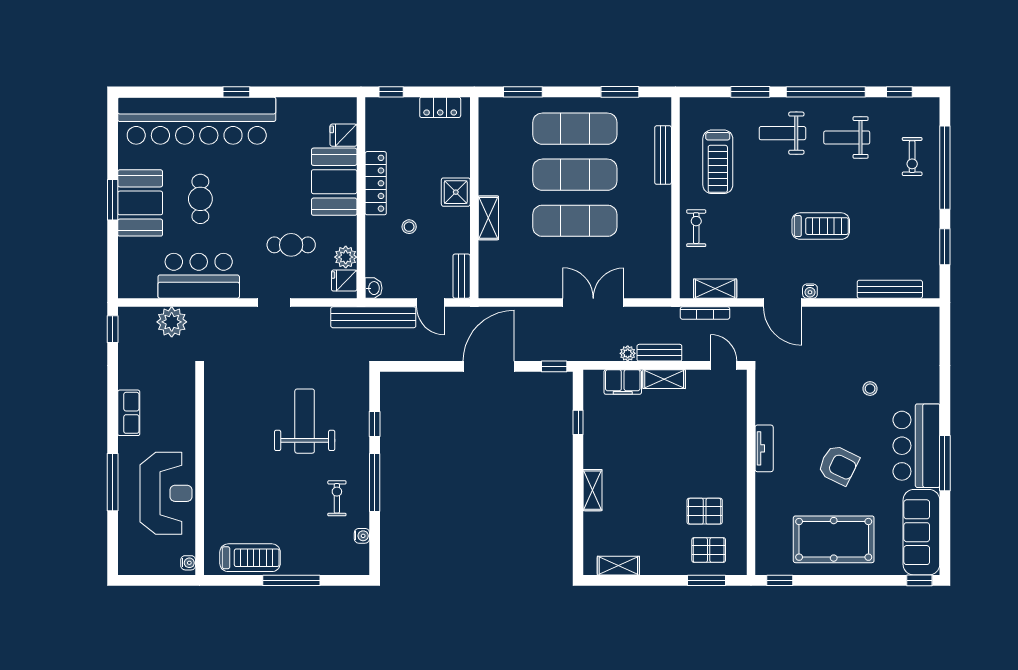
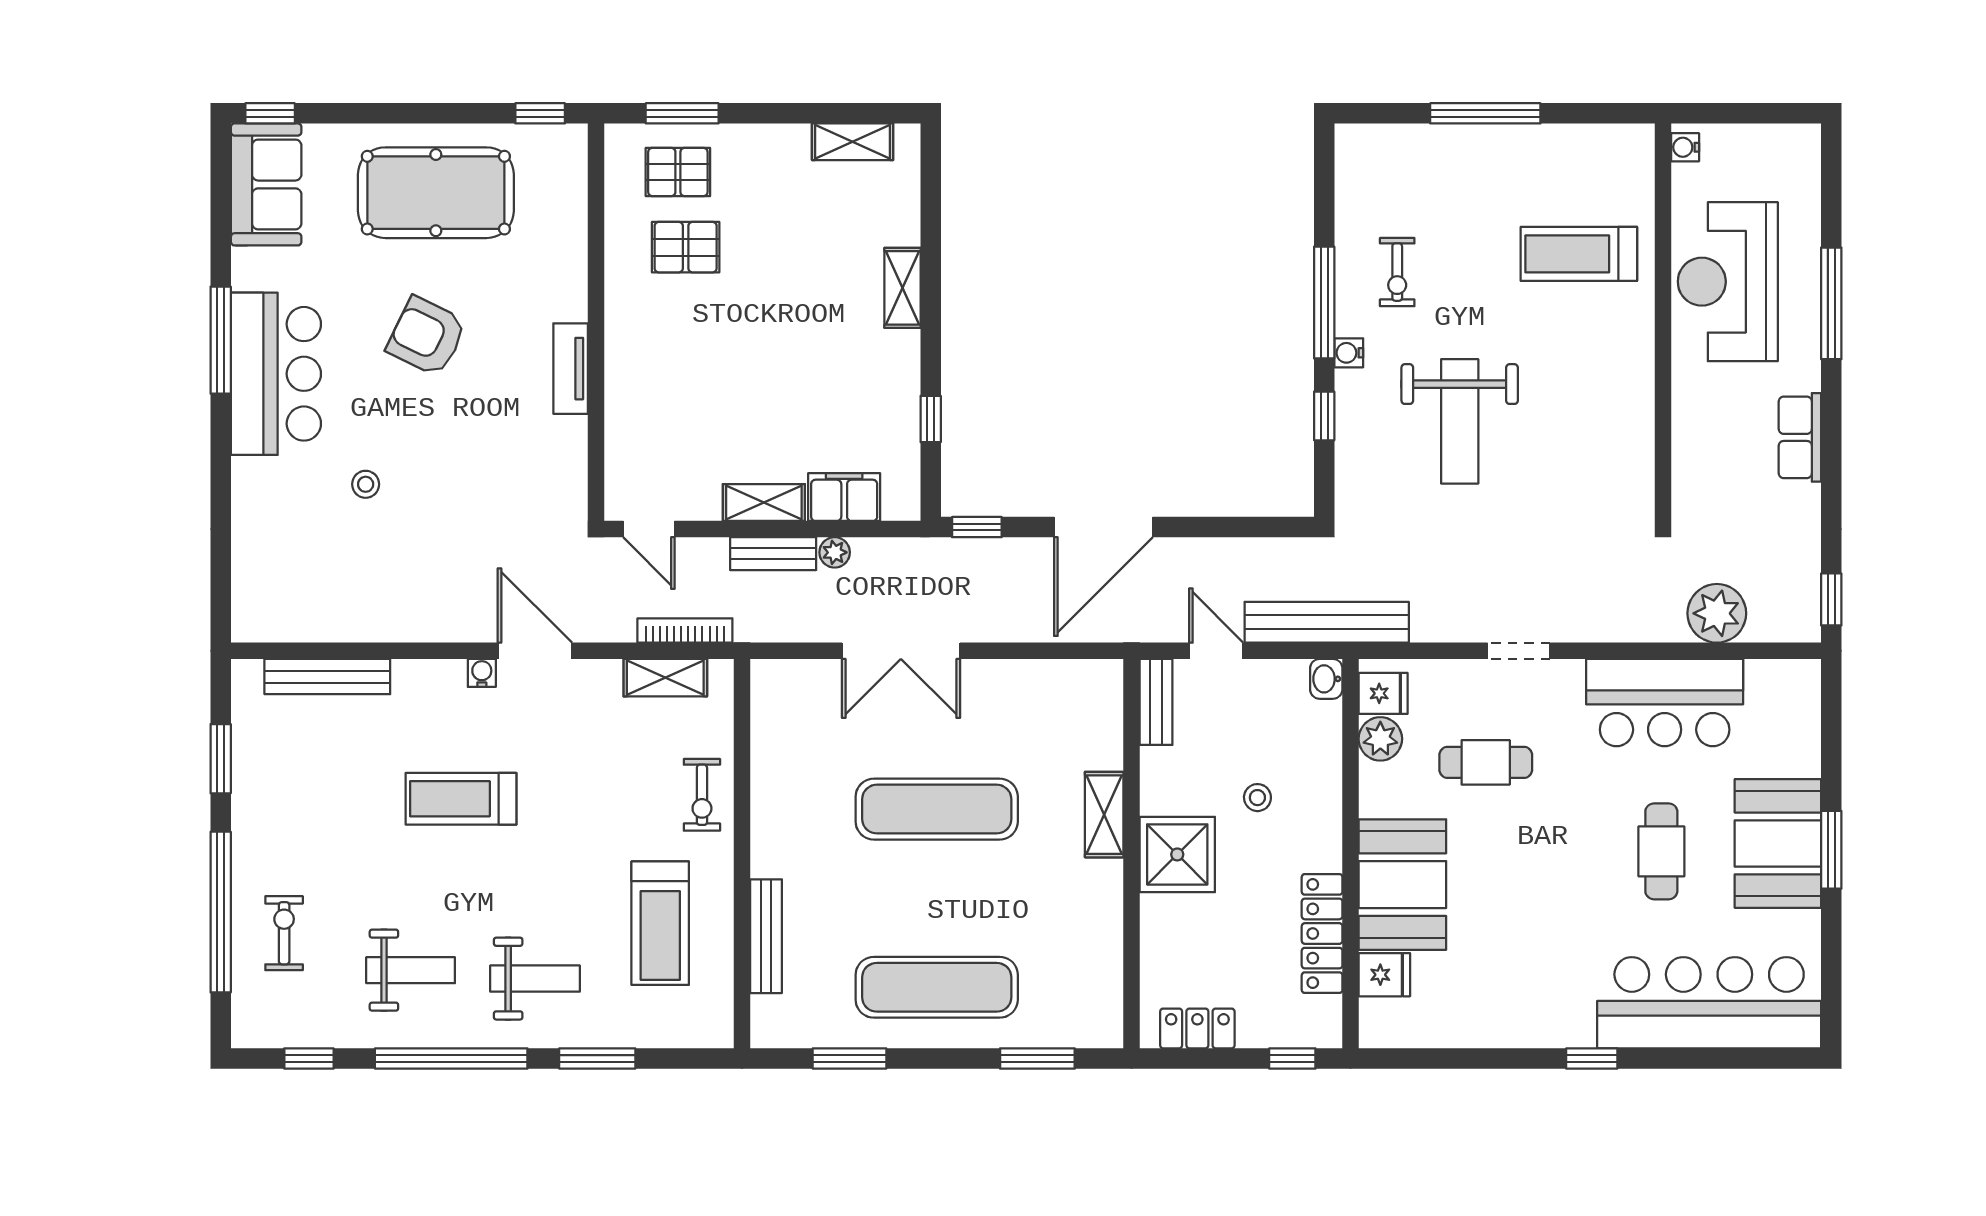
bar counter: (197, 121) -> (1709, 1003), width x0.73
treadmill: (718, 162) -> (660, 923), turned 180
exercise mat: (575, 175) -> (937, 898), removed
locker: (376, 183) -> (1322, 934), moved
shower: (456, 192) -> (1177, 854), width x1.36, depth x1.36
sofa: (921, 532) -> (266, 184), width x0.73
water cooler: (362, 536) -> (1349, 353), moved
treadmill: (250, 558) -> (1579, 254), moved

